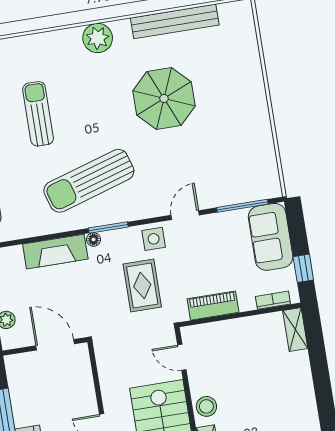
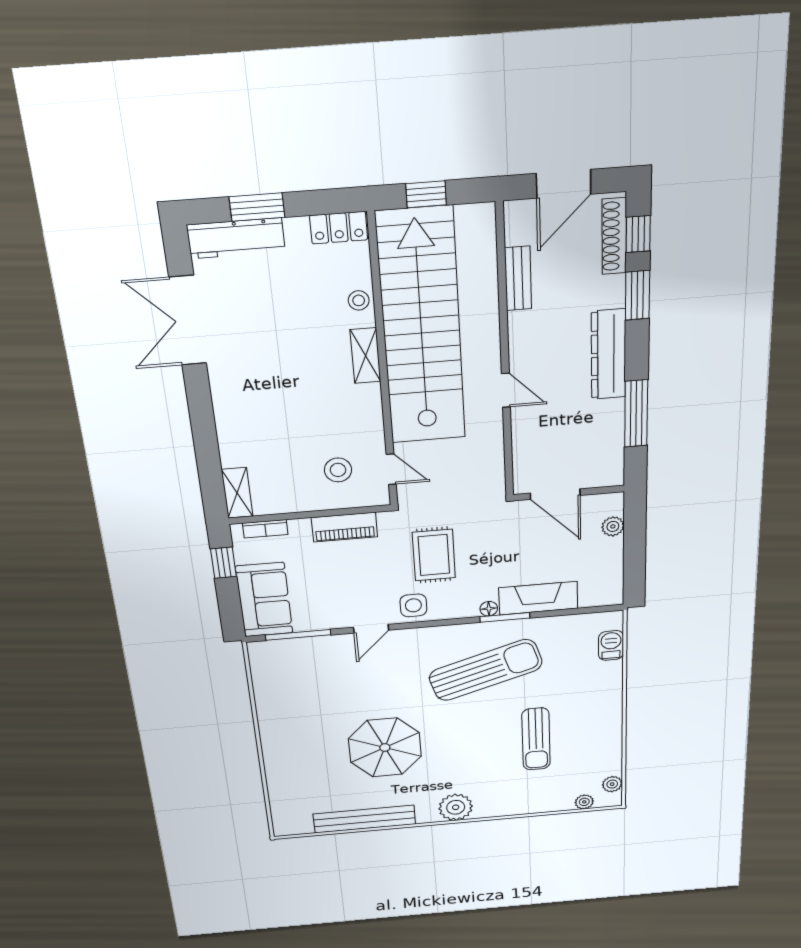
window: (108, 228) -> (505, 617), moved
stool: (206, 406) -> (338, 470), moved

